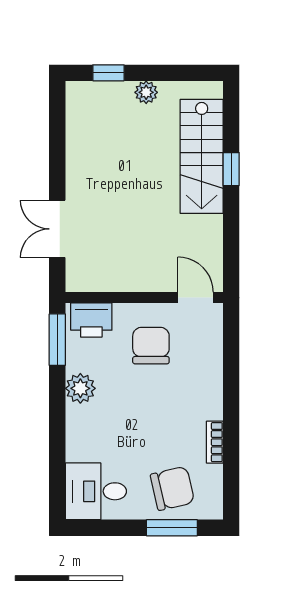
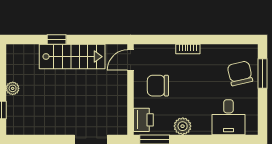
stairs: (202, 156) -> (72, 57), moved
bookcase: (215, 442) -> (188, 49), moved
desk: (96, 491) -> (228, 117), moved

